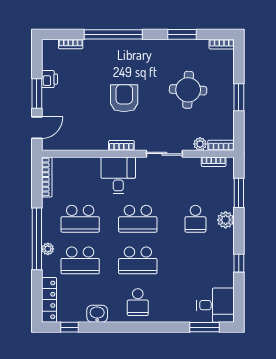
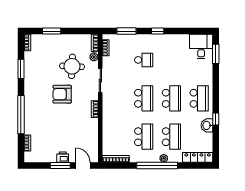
printer: (49, 79) -> (63, 157), moved
round table: (188, 90) -> (72, 66), moved
window: (239, 97) -> (52, 31), moved
armchair: (124, 98) -> (62, 94), moved
desk: (118, 175) -> (115, 111), removed
plant: (226, 220) -> (144, 40), removed
window: (239, 263) -> (158, 31), moved
school desk: (138, 302) -> (199, 98), width x1.85
window: (70, 327) -> (216, 119), moved

